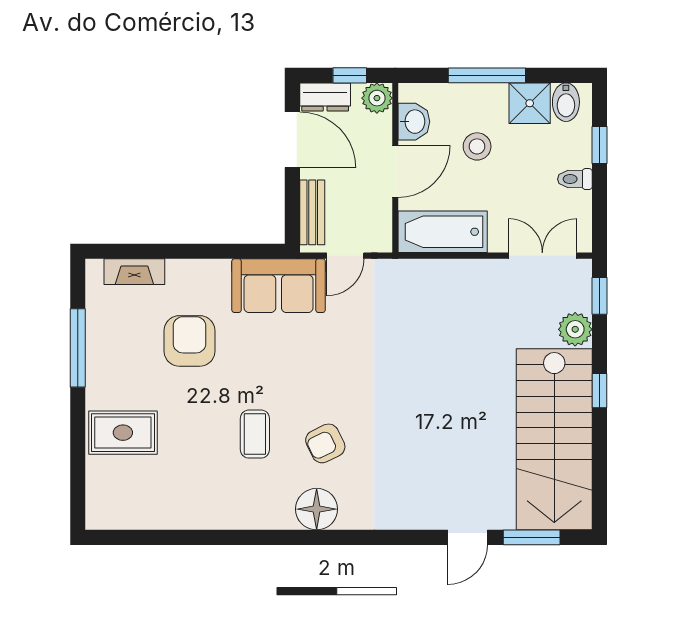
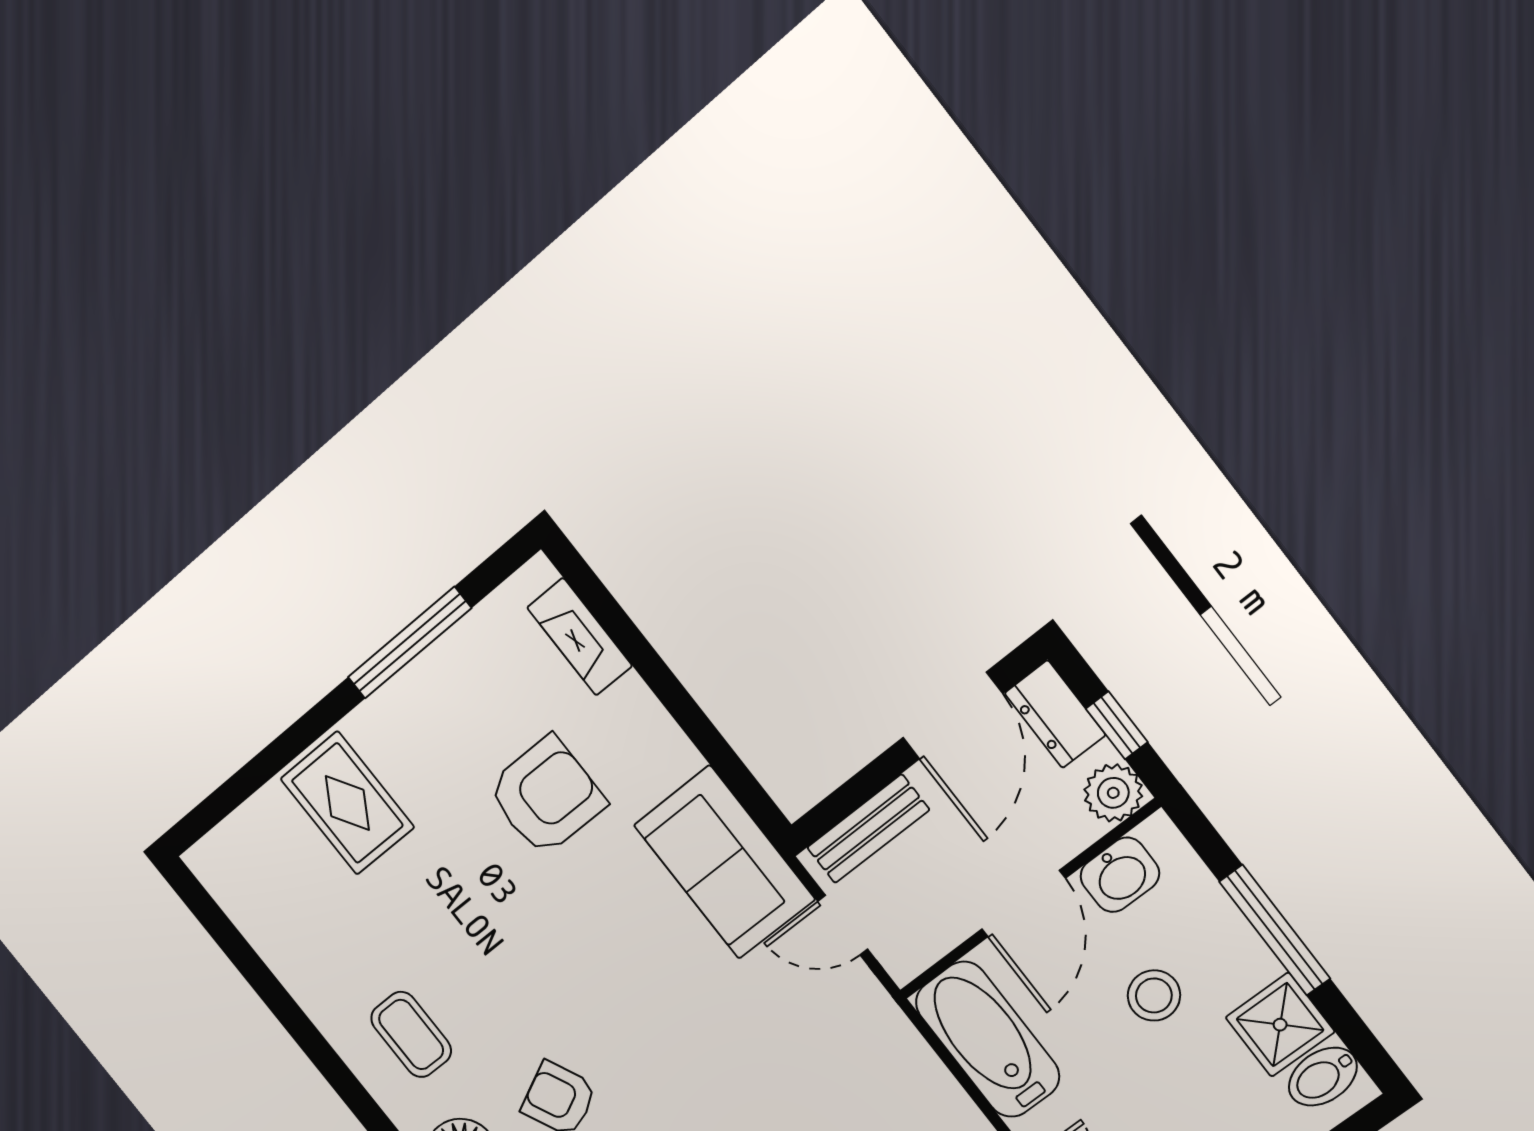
door: (395, 171) -> (1023, 904), hinge flipped
coffee table: (255, 434) -> (411, 1034), moved, turned 90

